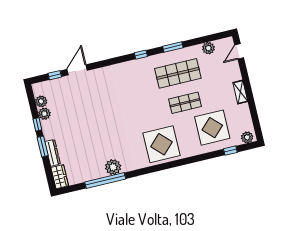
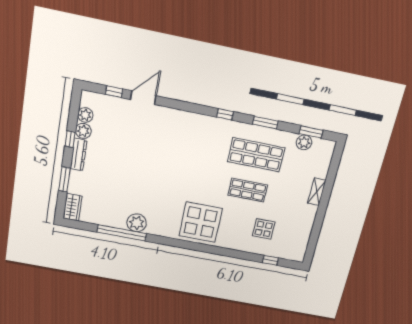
window: (210, 38) -> (311, 132), added
door: (239, 51) -> (335, 162), removed
shelving: (240, 92) -> (317, 192), moved
display table: (212, 128) -> (264, 229), width x0.54, depth x0.54
plant: (247, 137) -> (295, 255), removed
window: (43, 146) -> (64, 179), moved
dresser: (53, 153) -> (78, 155), moved

